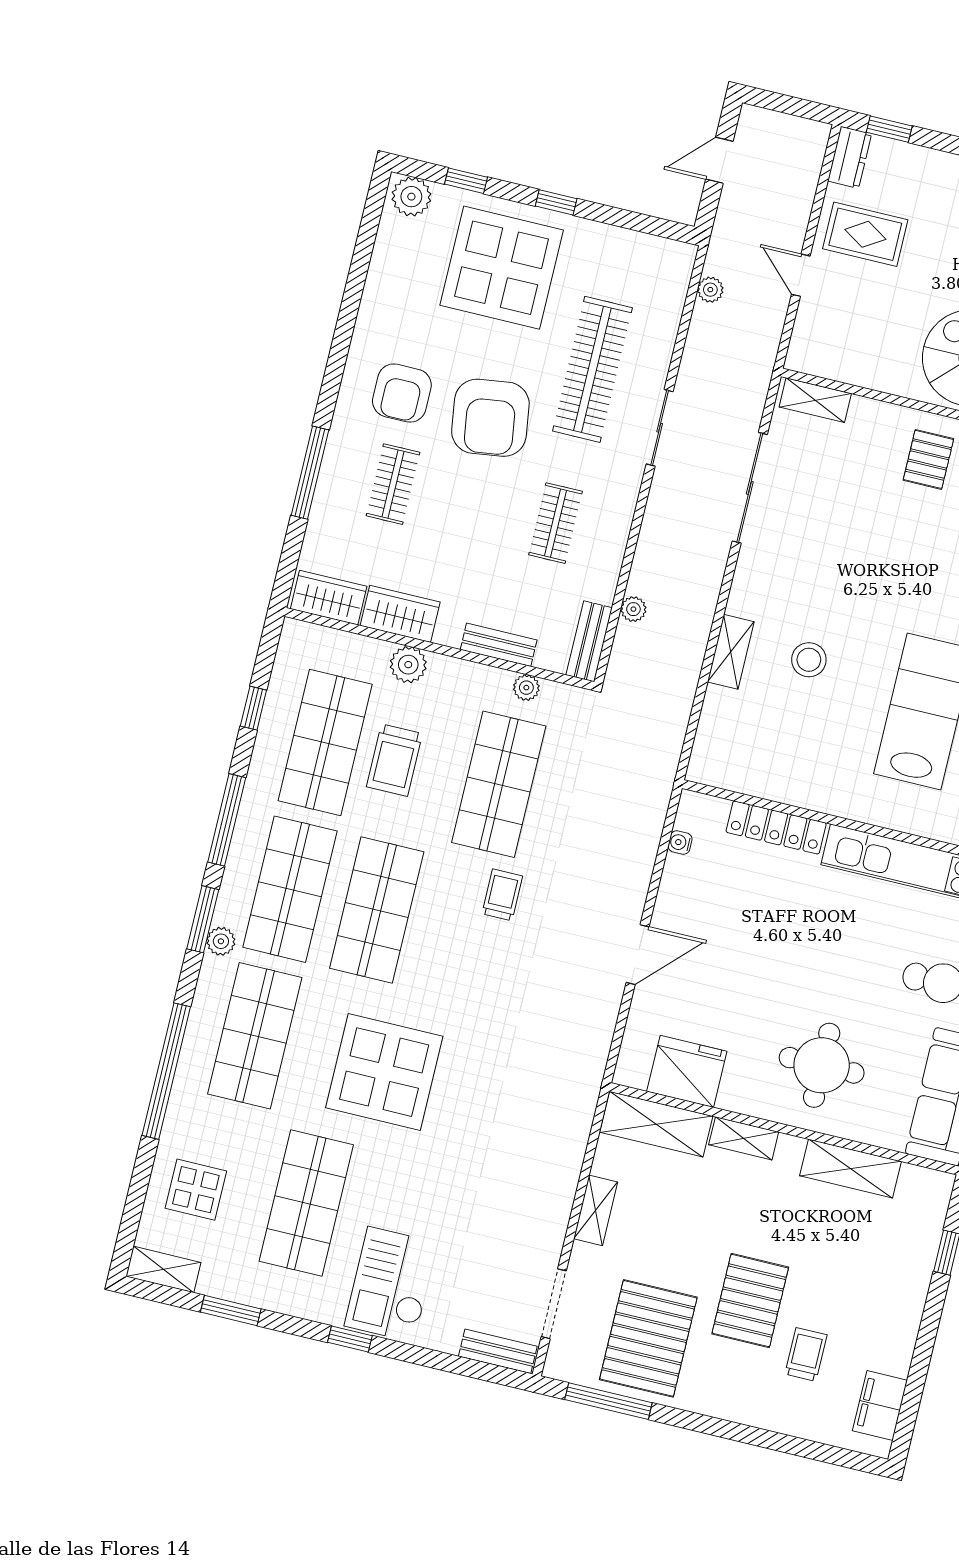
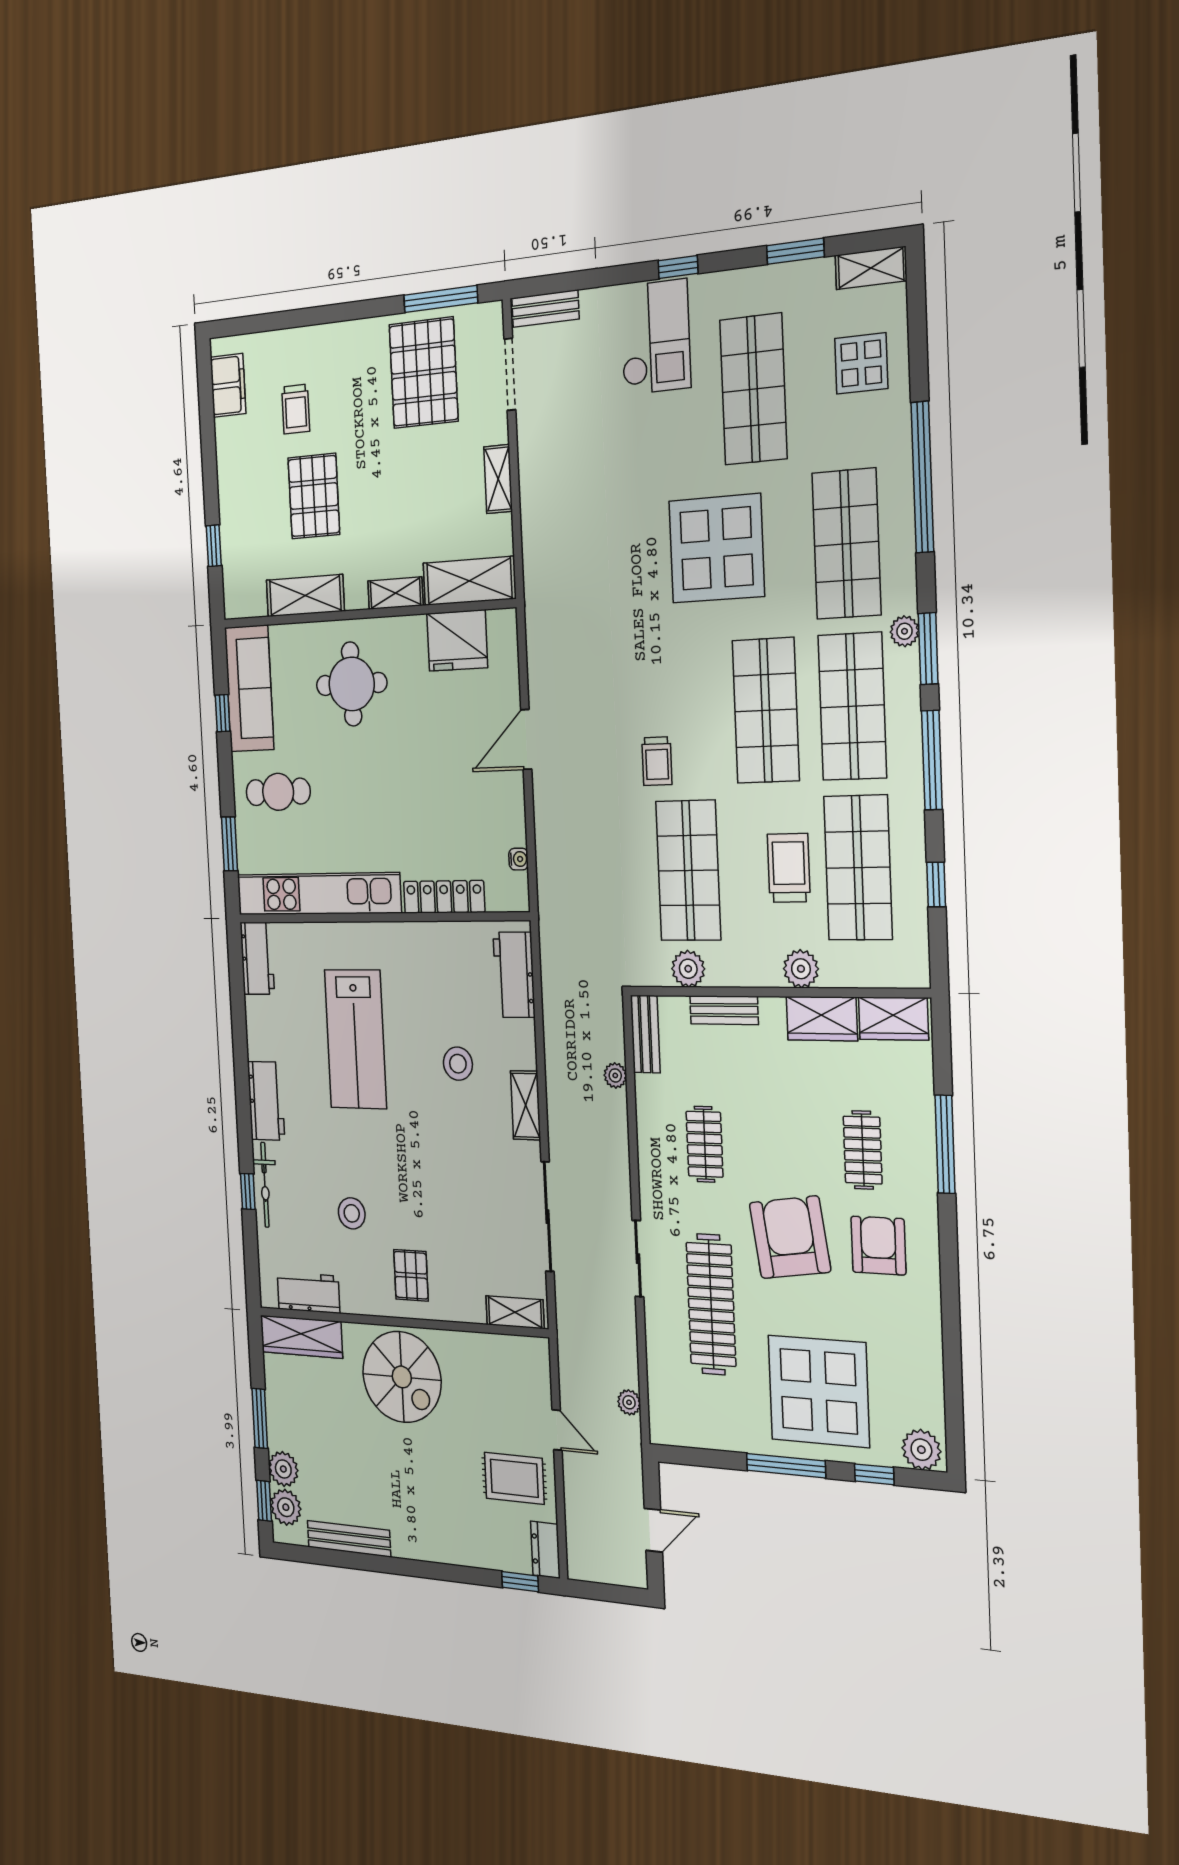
window: (556, 202) -> (786, 1466), width x2.17
shelving: (731, 652) -> (526, 1105), moved
plant: (526, 688) -> (688, 969), width x1.38, depth x1.38
workbench: (718, 732) -> (514, 975), added
pallet: (750, 1301) -> (314, 496), moved

